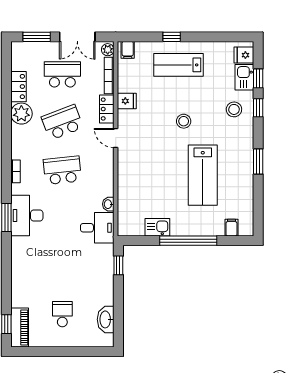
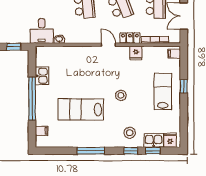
plant: (108, 50) -> (174, 39), removed
door: (116, 138) -> (108, 45), hinge flipped
window: (258, 162) -> (91, 151), width x1.44

